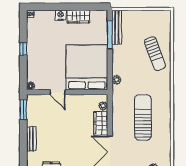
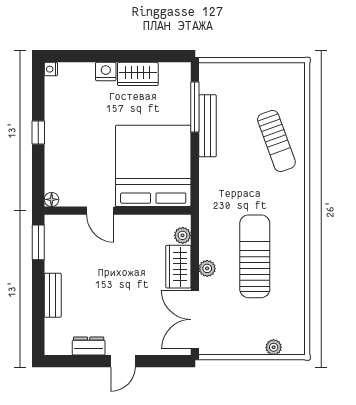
bench: (117, 27) -> (207, 126), moved
plant: (117, 80) -> (207, 268), moved

